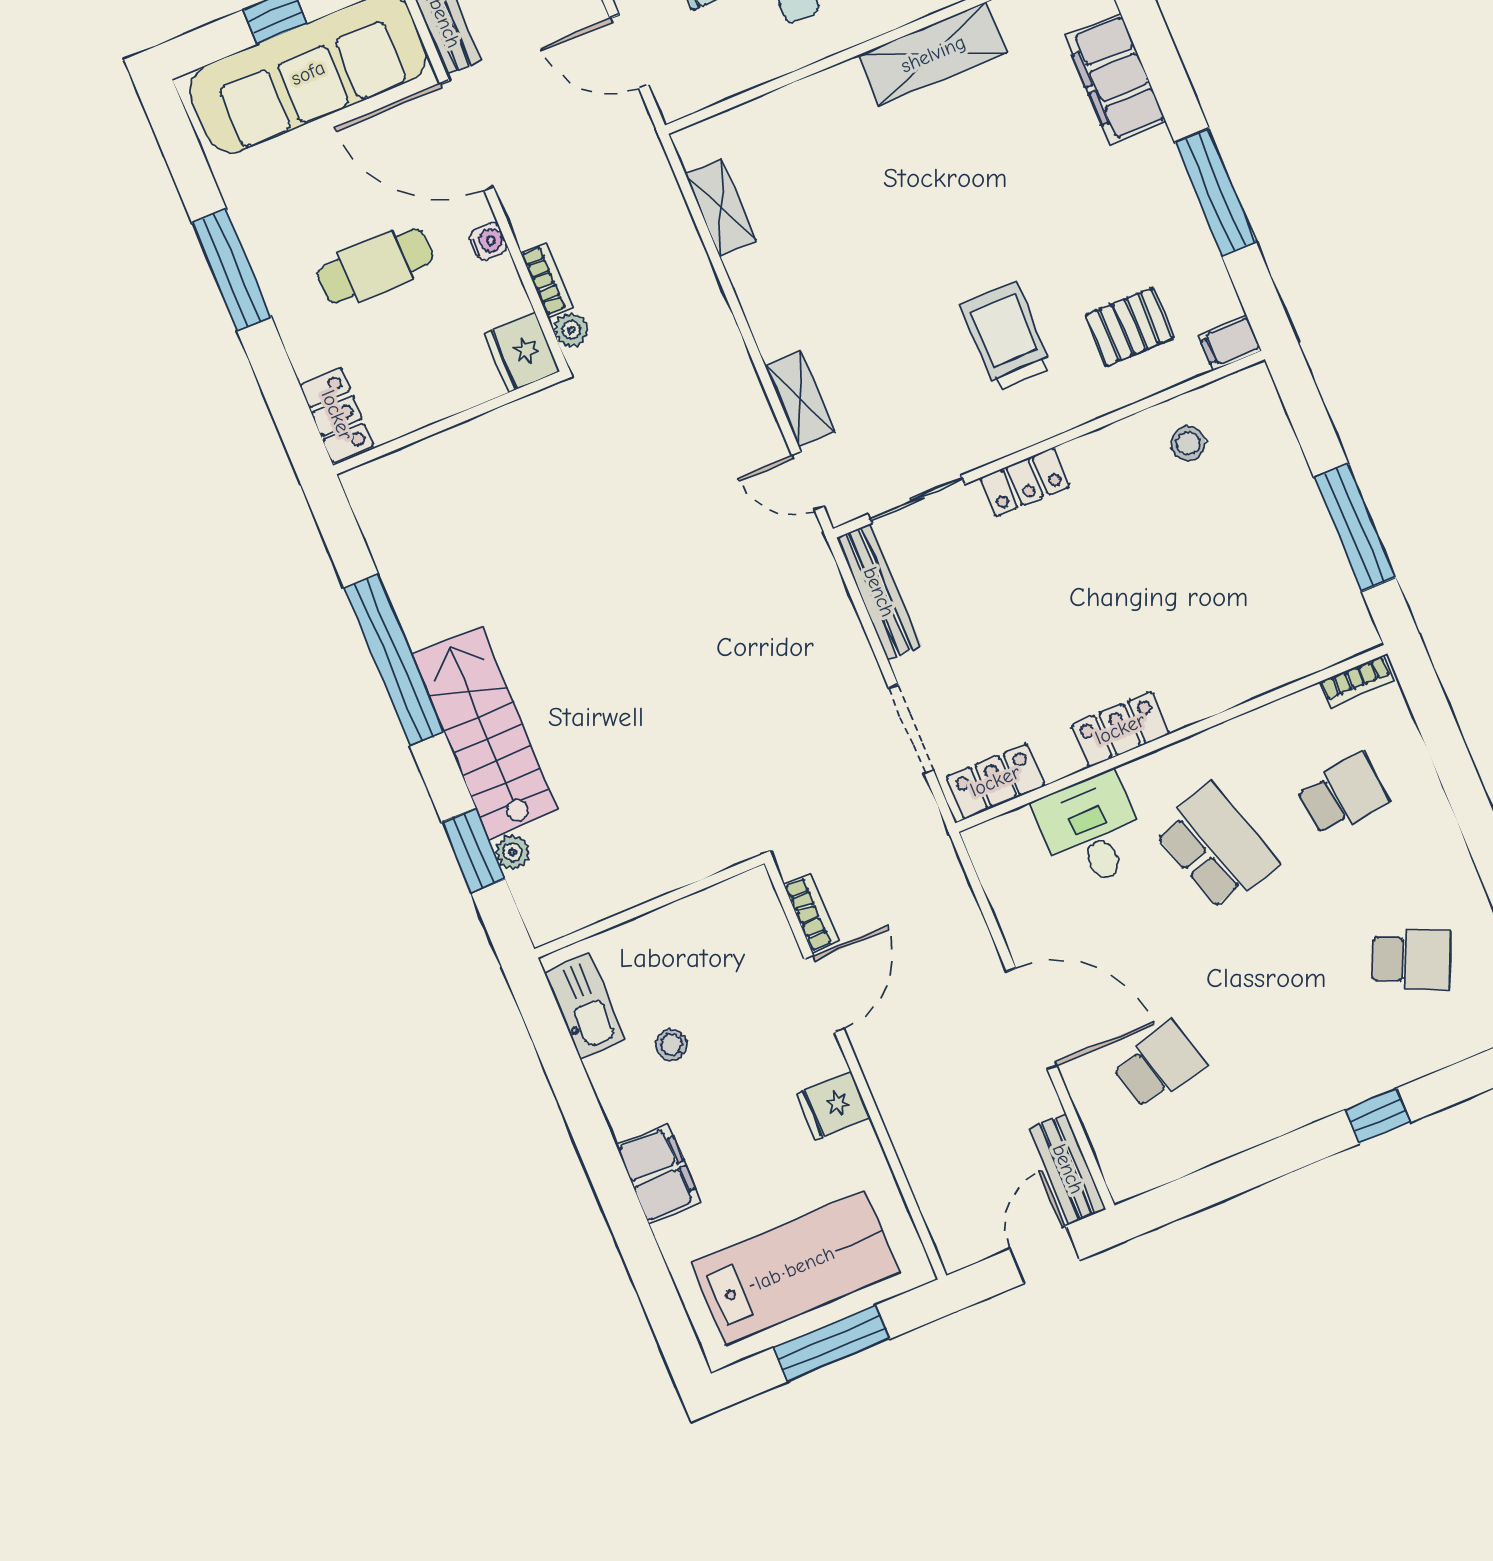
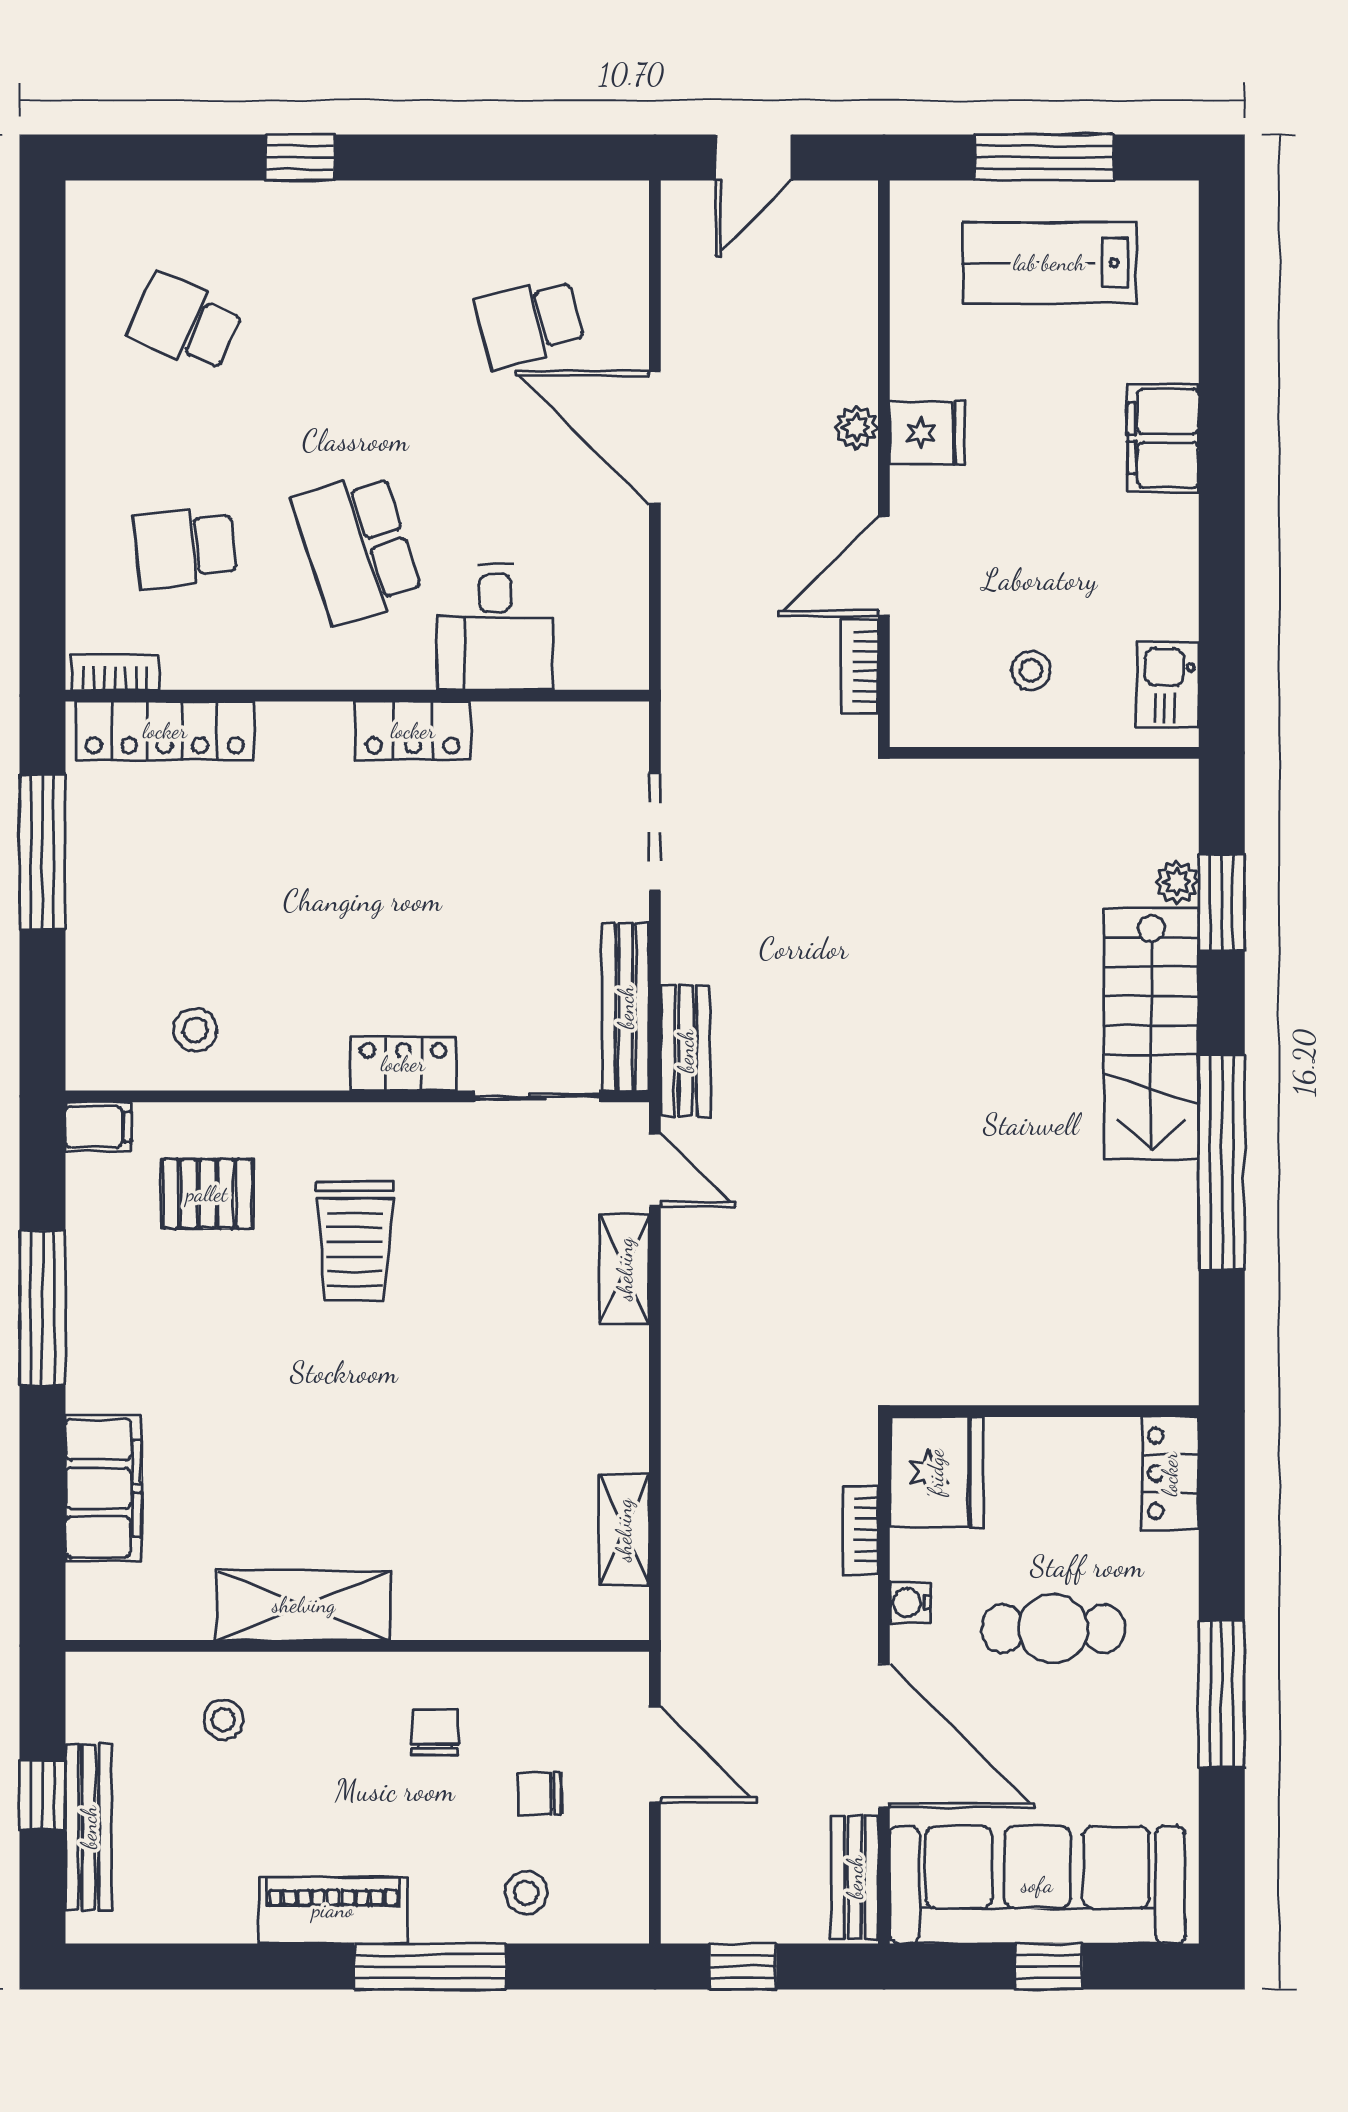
plant: (571, 330) -> (857, 428), moved
fridge: (522, 352) -> (936, 1472), width x1.36, depth x1.34
locker: (995, 781) -> (165, 731), moved, width x1.53
kitchen sink: (585, 1006) -> (1168, 684), width x0.73
stool: (671, 1045) -> (1031, 670), moved
bench: (1068, 1169) -> (686, 1051), moved
lab bench: (795, 1268) -> (1049, 263), width x0.73, depth x0.72

